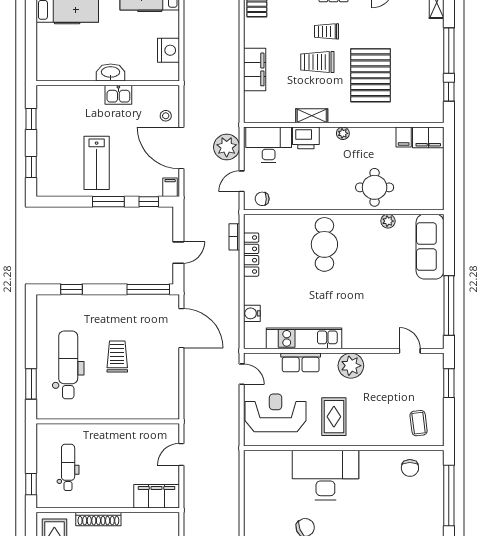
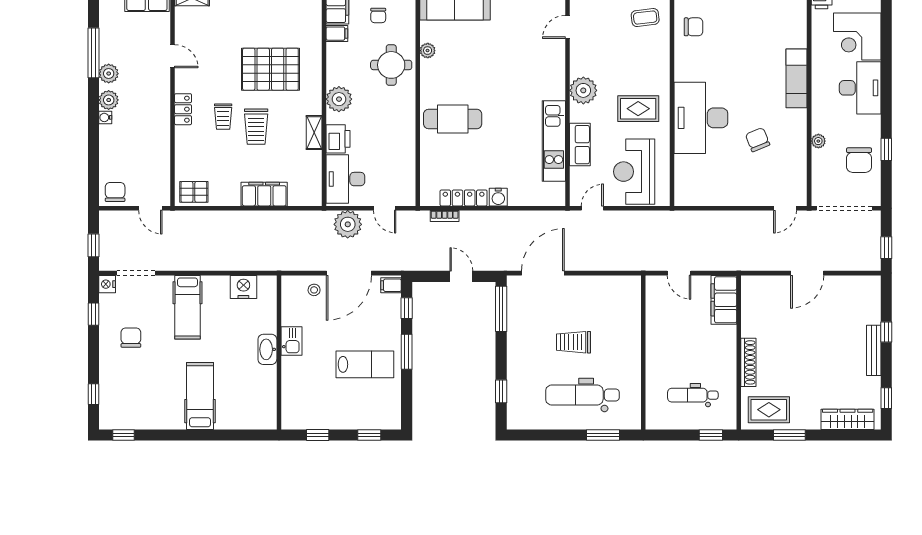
plant: (343, 133) -> (339, 99), width x1.88, depth x1.88
chair: (262, 199) -> (378, 15), moved
water cooler: (252, 313) -> (498, 197), moved

